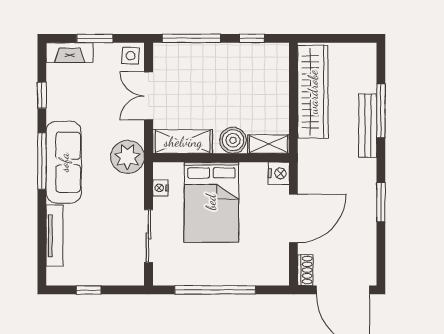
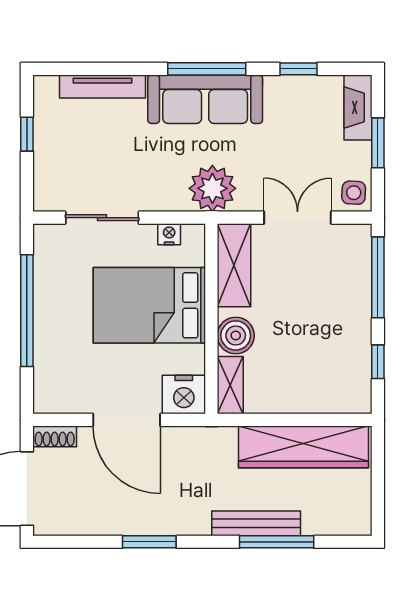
nightstand: (279, 173) -> (184, 395), width x1.36, depth x1.33

